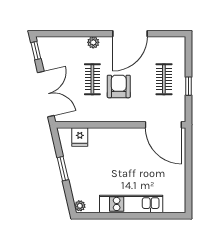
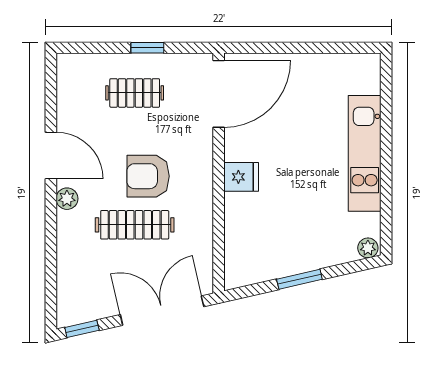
door: (130, 34) -> (51, 156), width x0.73
plant: (93, 42) -> (67, 199), moved
clothes rail: (92, 79) -> (135, 225), width x1.36
fridge: (80, 137) -> (241, 177), moved

